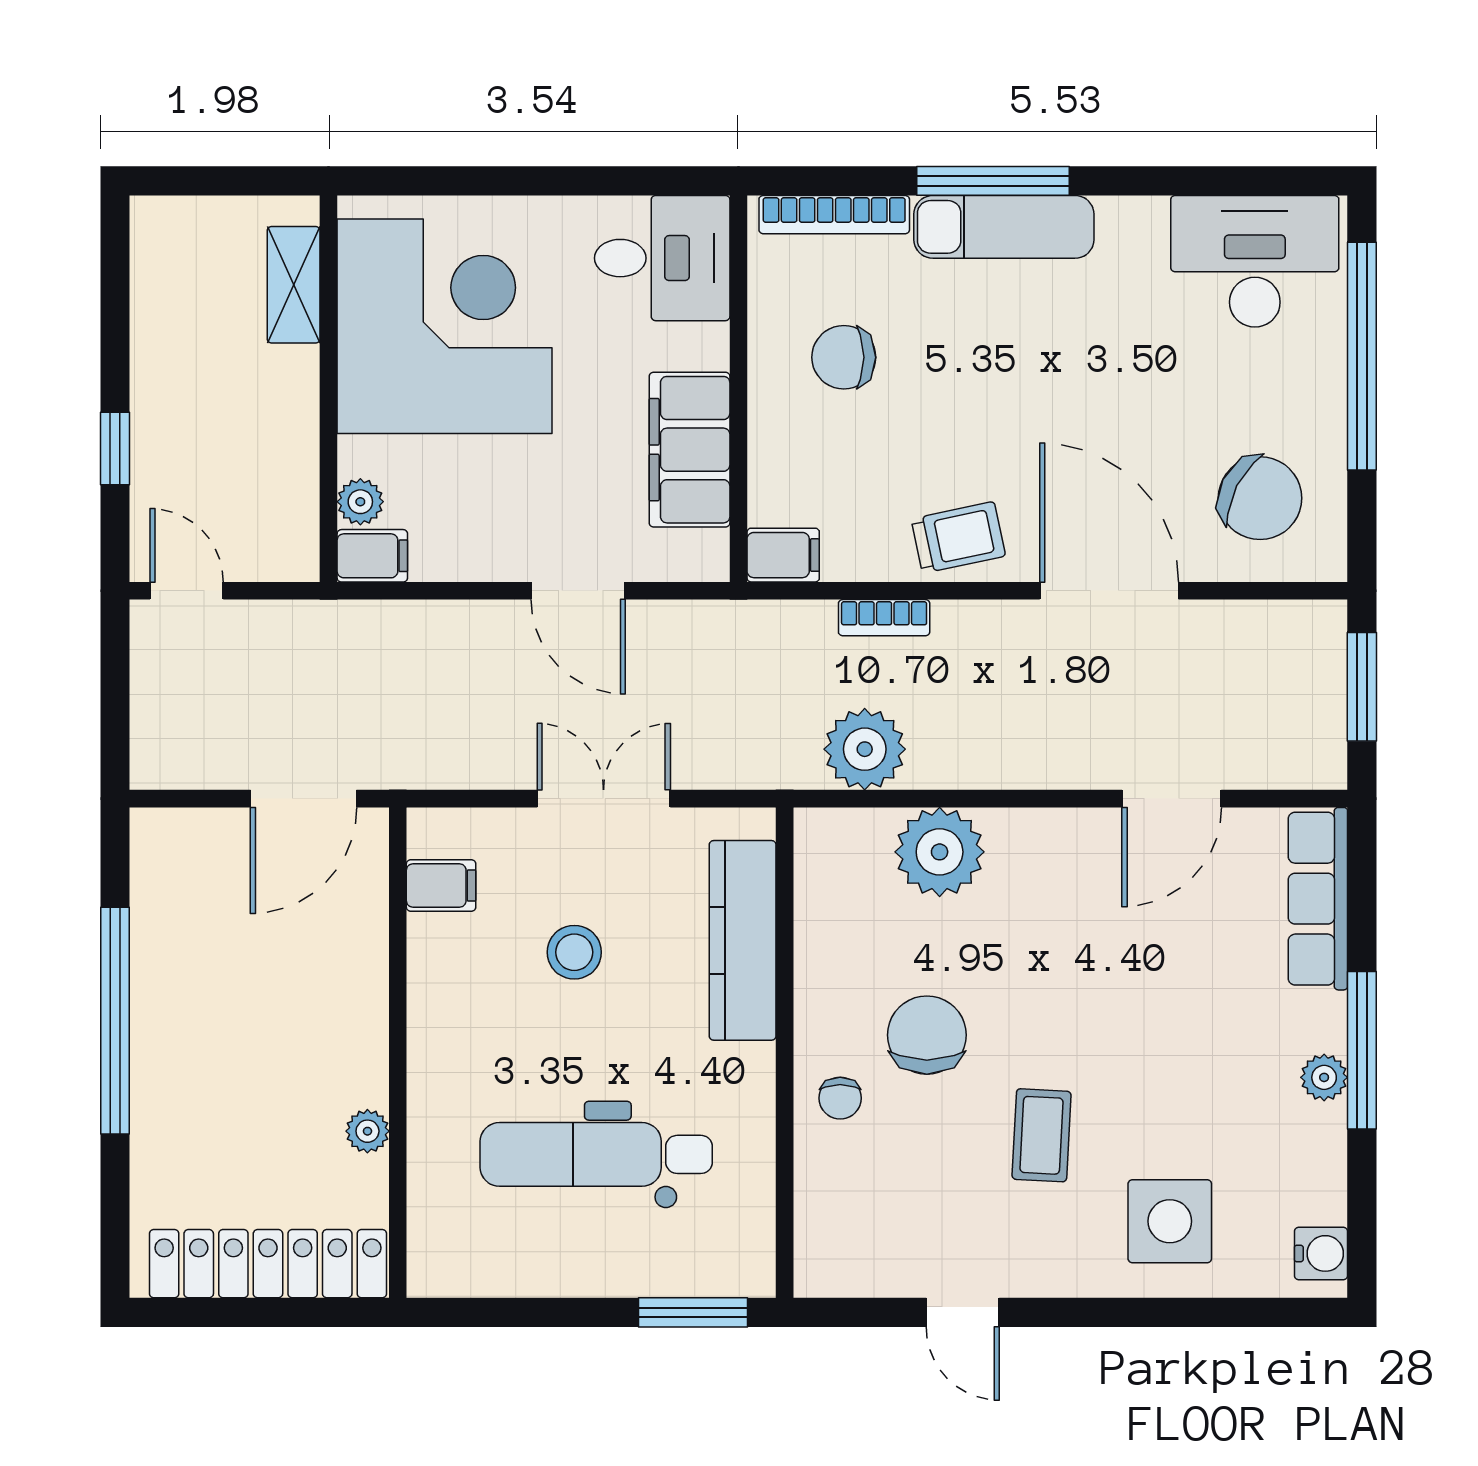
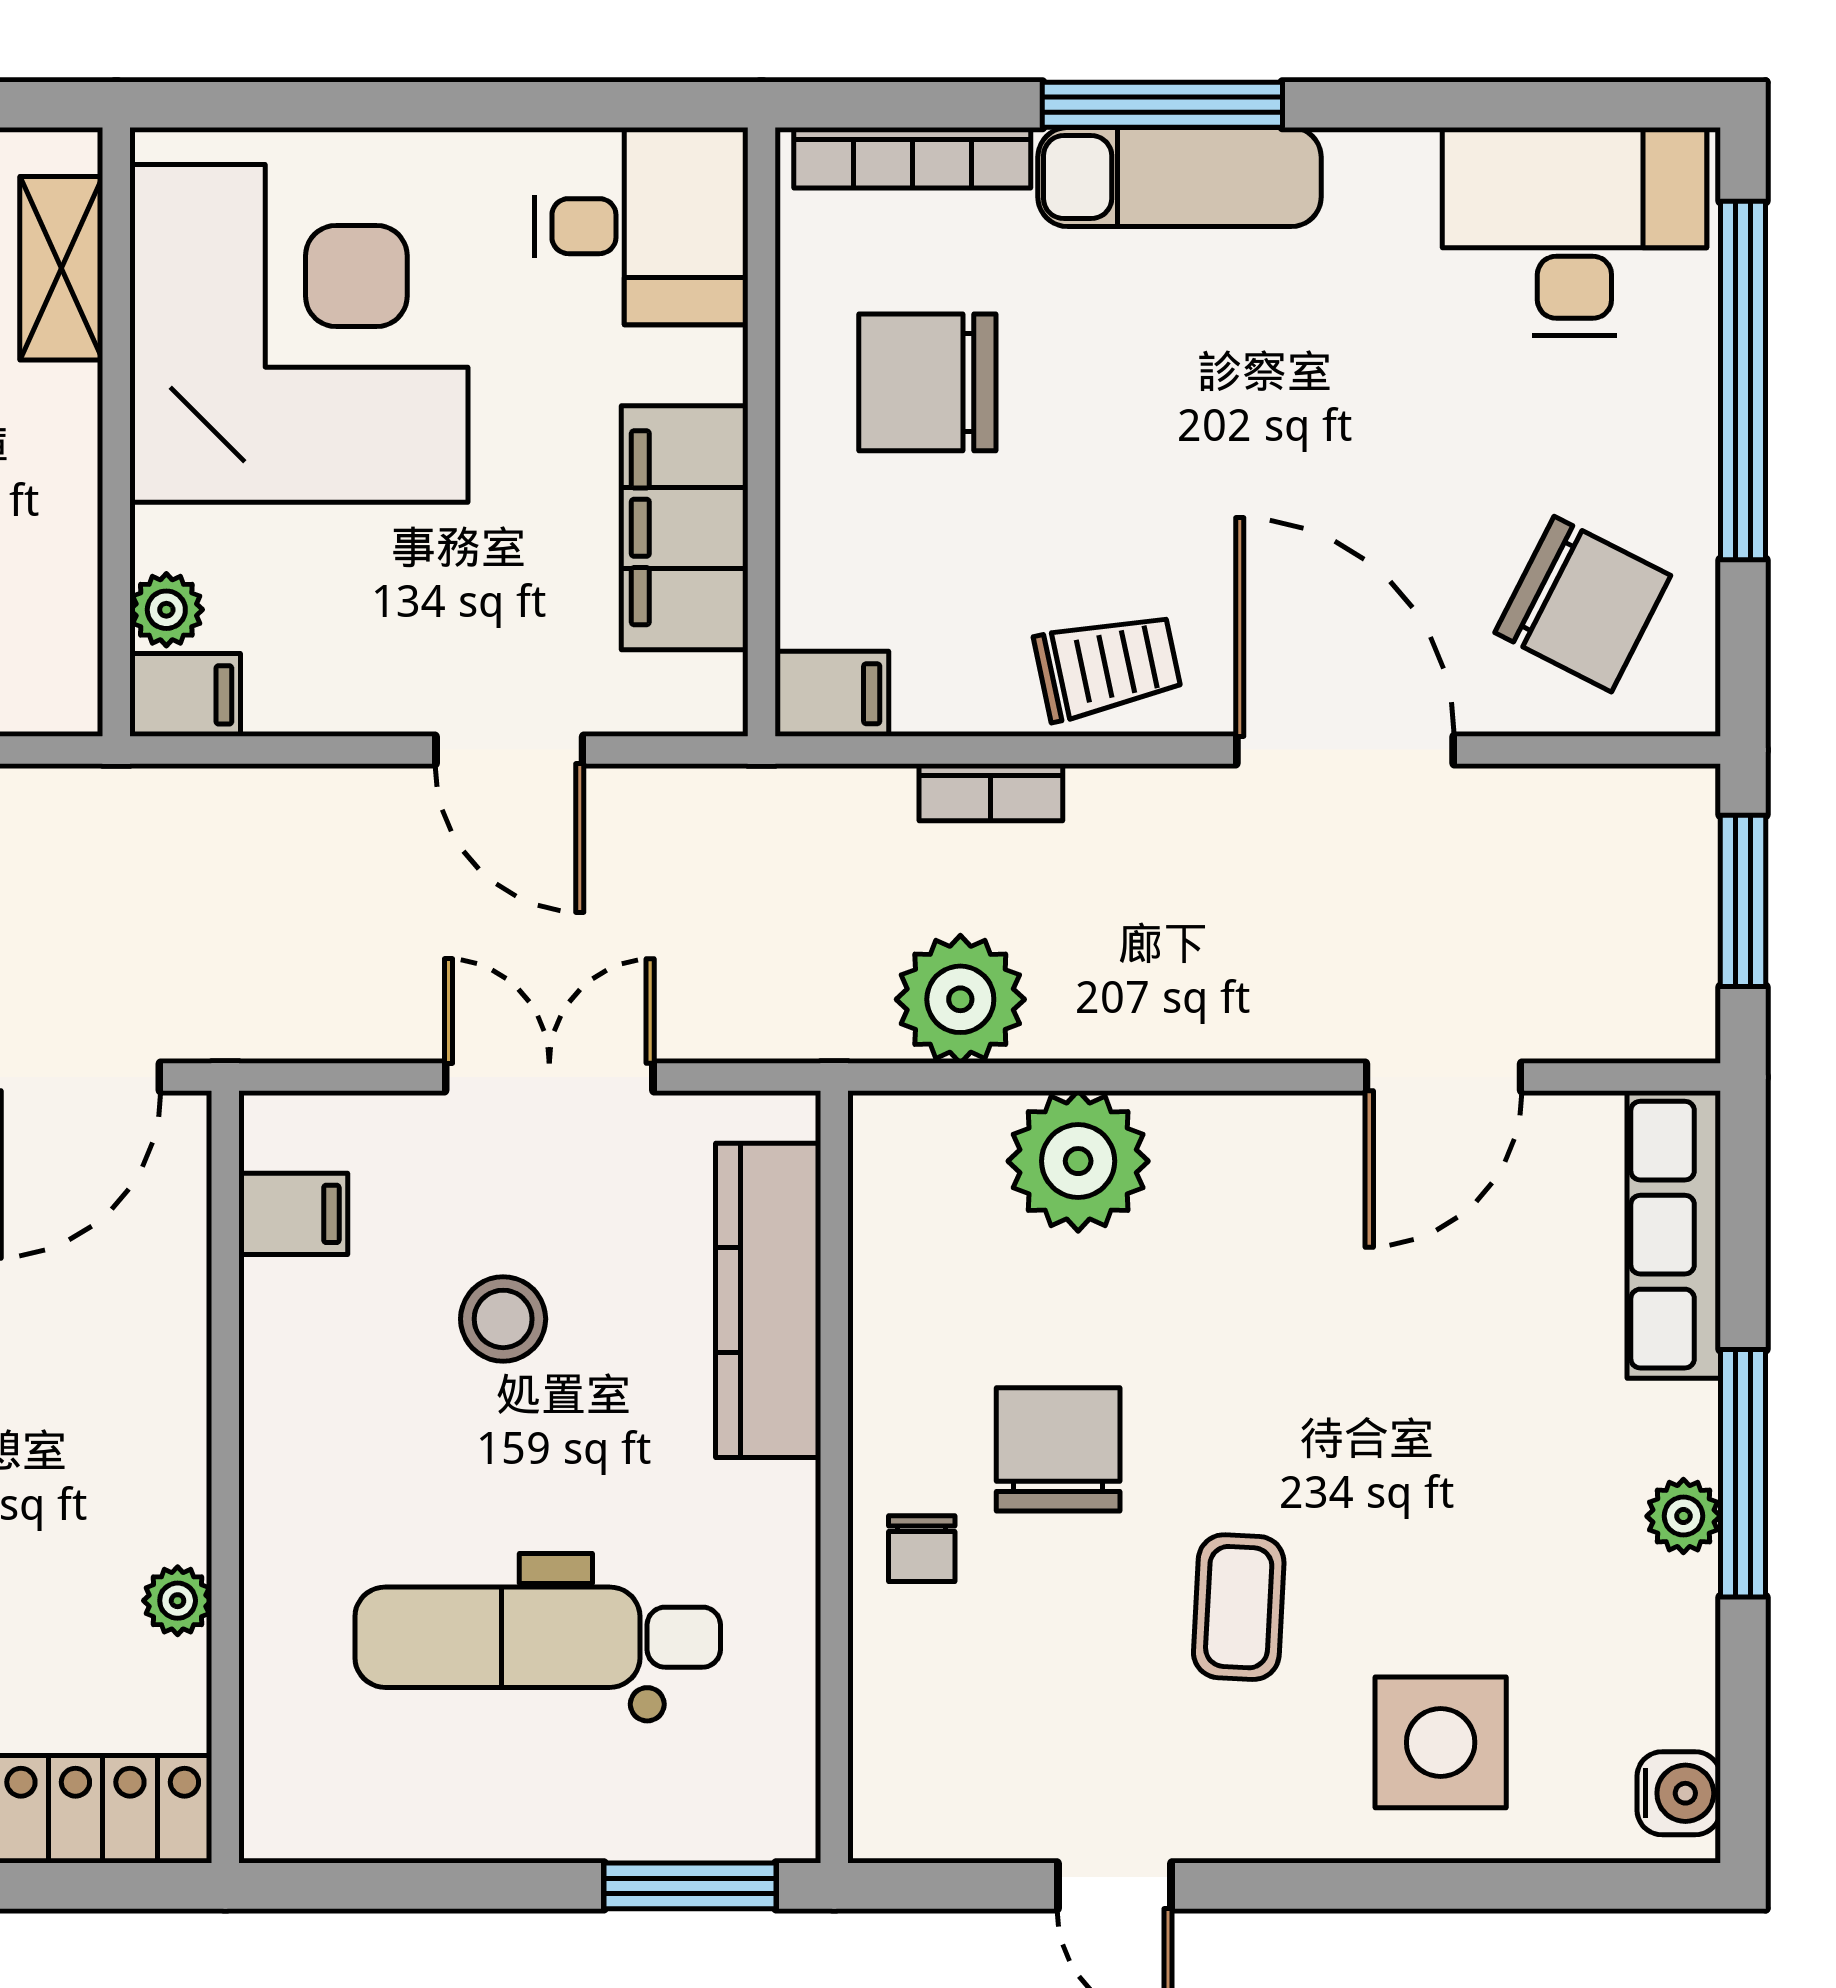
chair: (844, 357) -> (927, 382), width x1.37, depth x1.37

